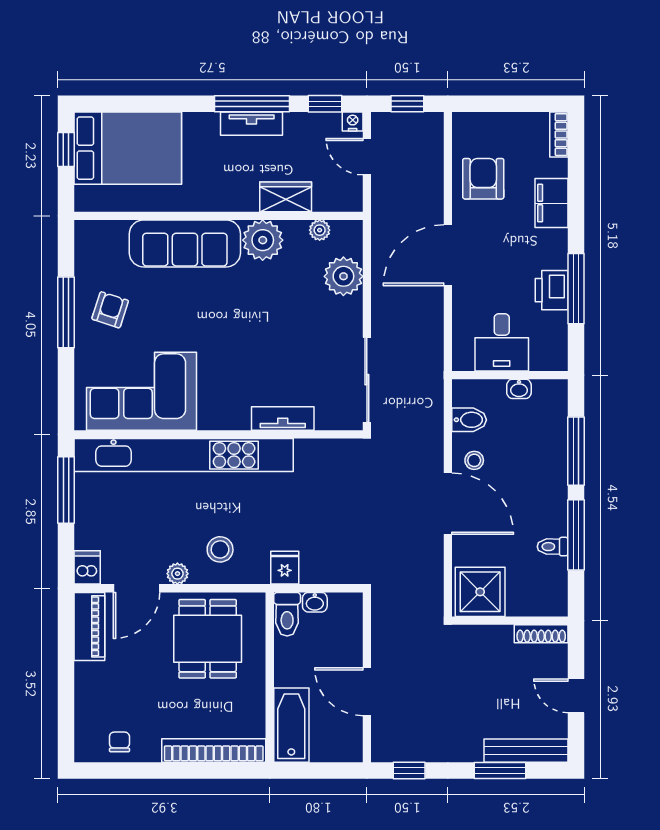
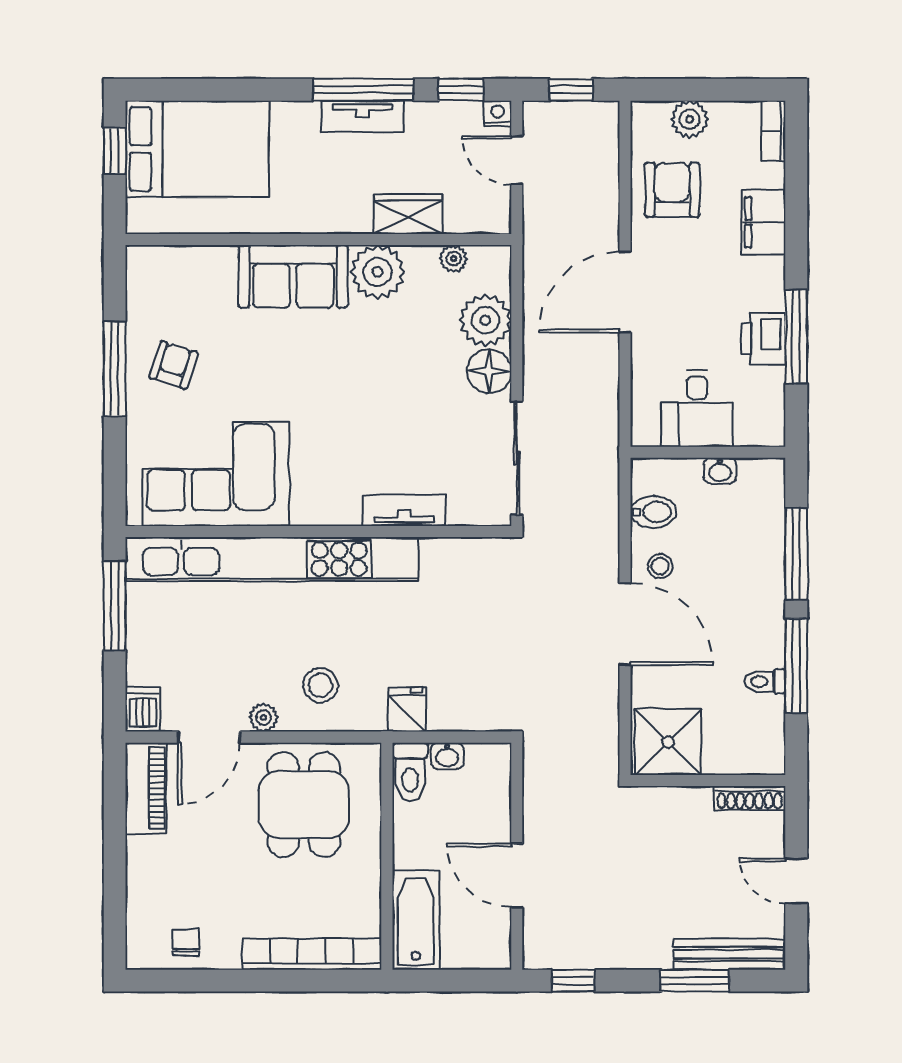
plant: (496, 126) -> (690, 119), added
sofa: (185, 243) -> (293, 276), width x0.73
floor lamp: (346, 314) -> (489, 371), added

